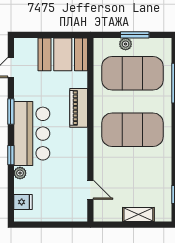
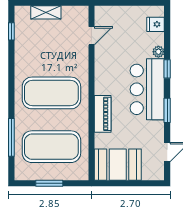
plant: (126, 44) -> (58, 174), removed
door: (90, 190) -> (91, 36), swing flipped

